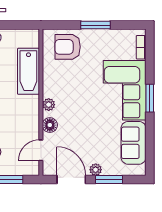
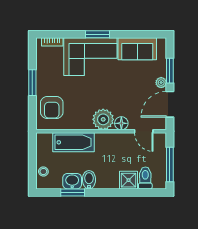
plant: (49, 105) -> (103, 119), width x1.88, depth x1.88

